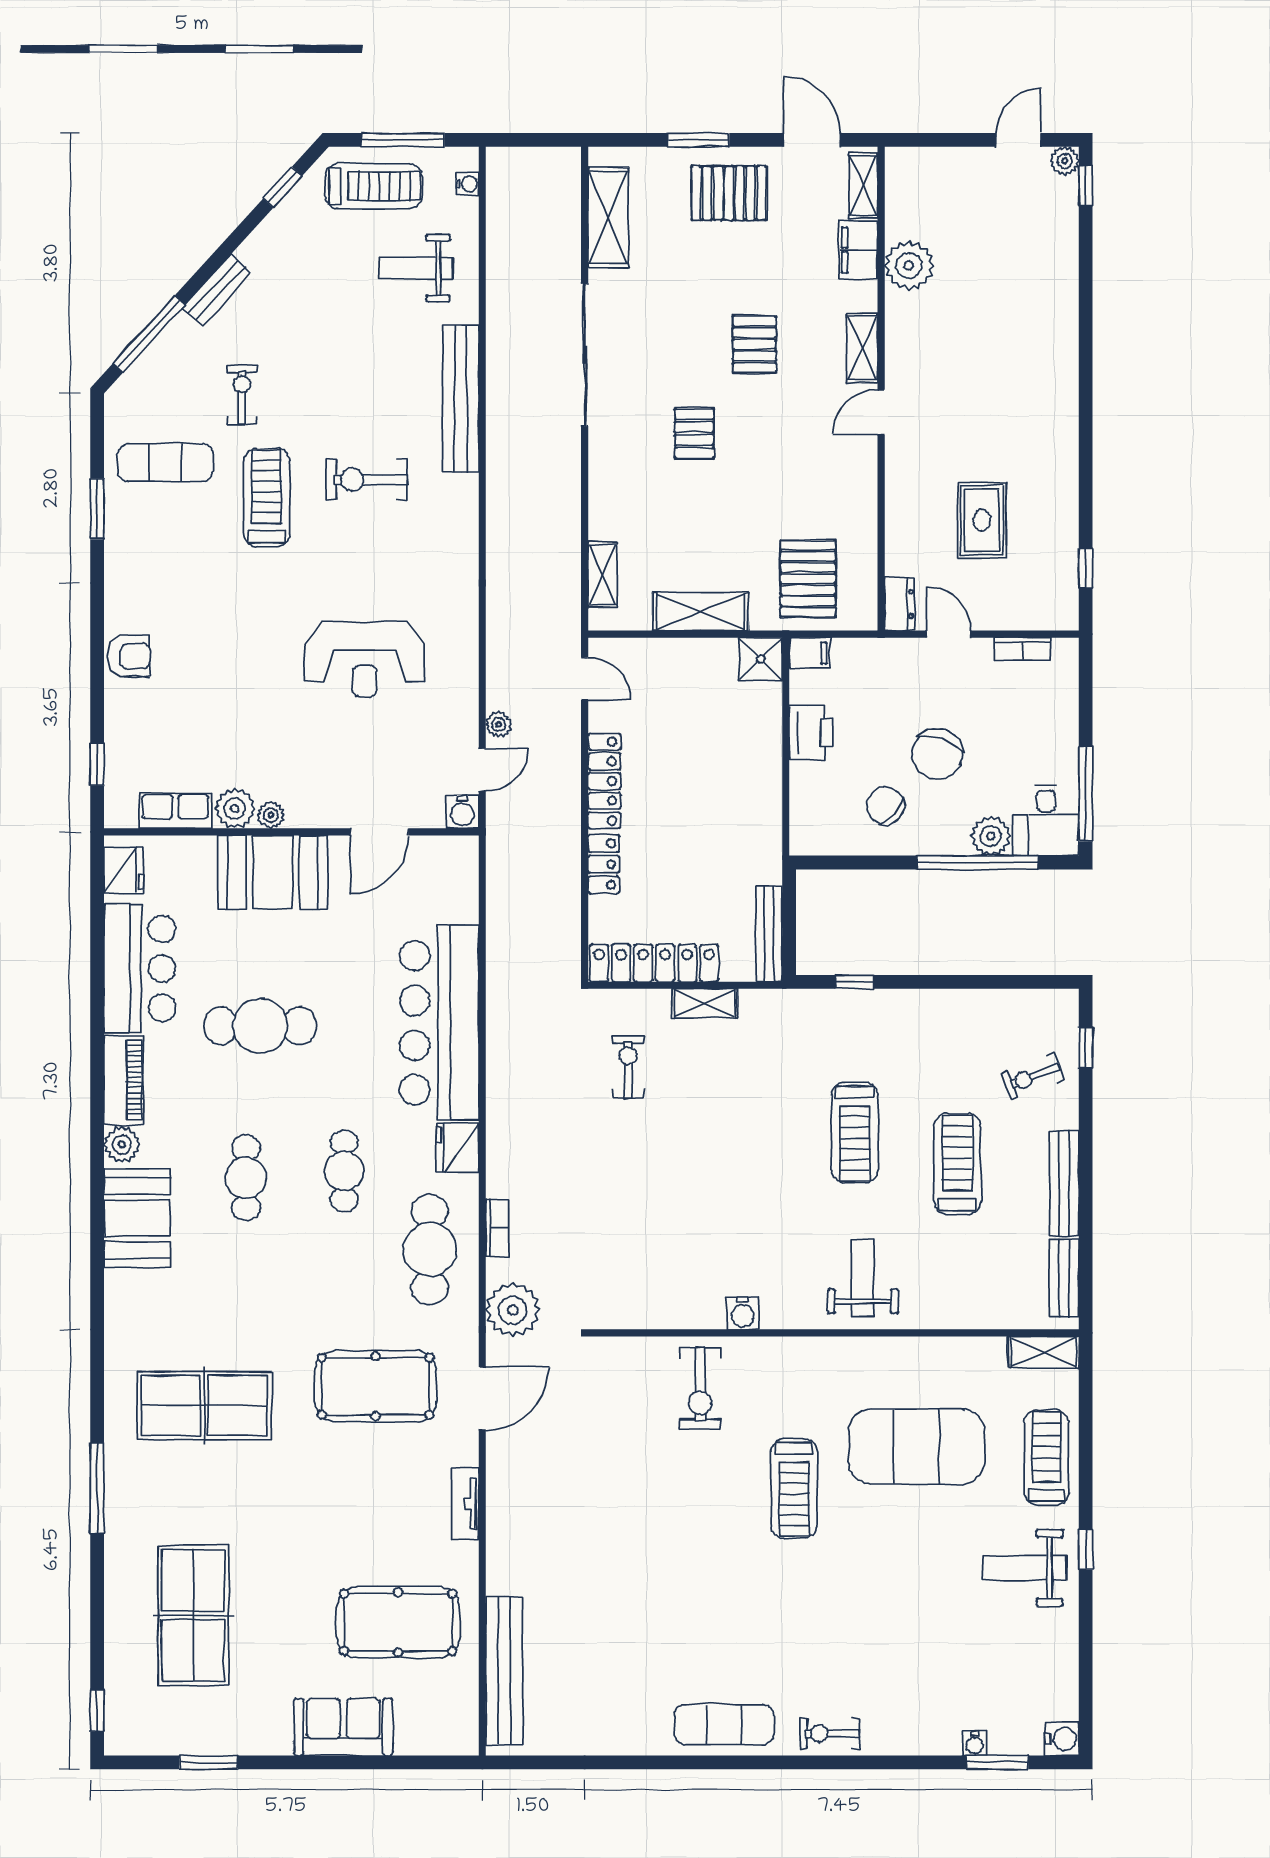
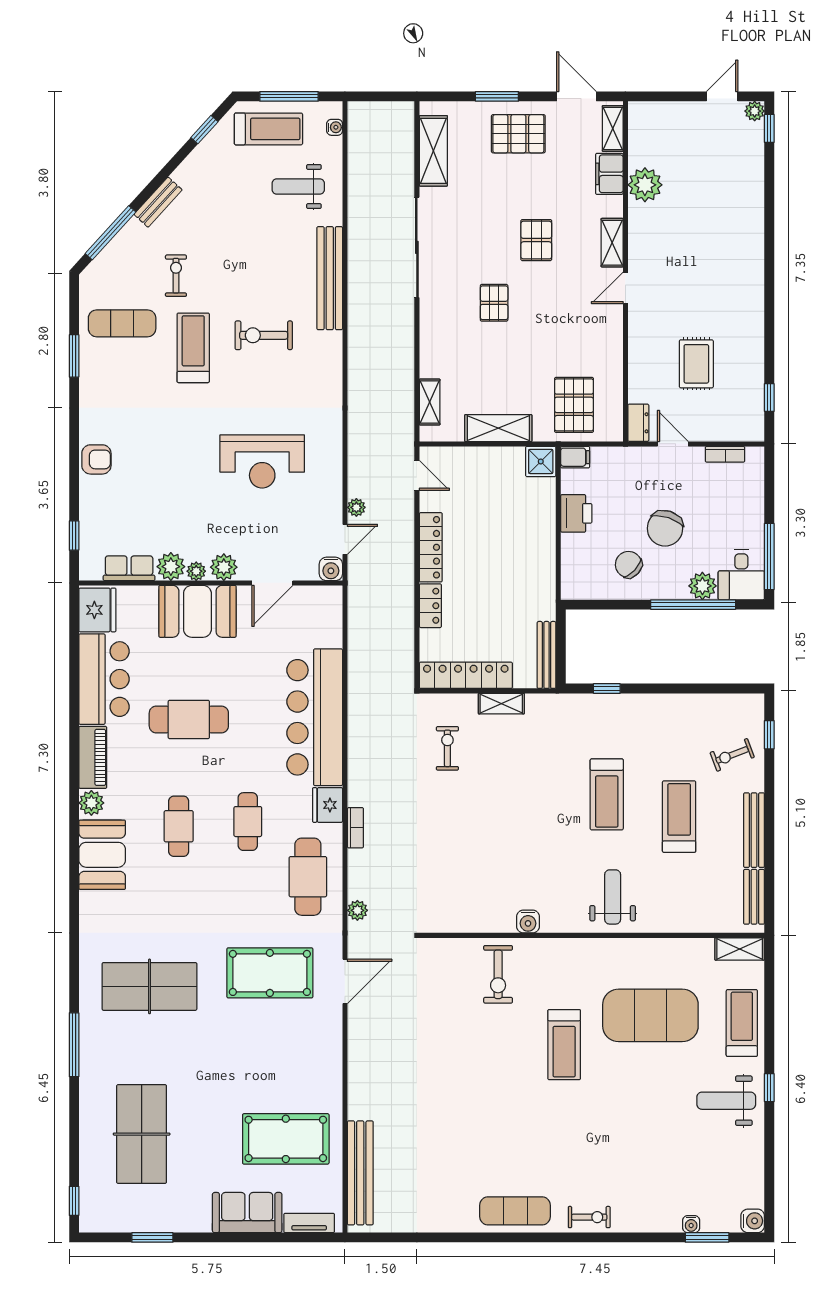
plant: (310, 809) -> (224, 567), added
fridge: (124, 870) -> (97, 610), width x1.36, depth x1.34
bookcase: (497, 1228) -> (355, 828), moved
plant: (513, 1310) -> (357, 910), width x0.53, depth x0.53
tv unit: (465, 1504) -> (309, 1223), moved, turned 90
exercise bike: (830, 1733) -> (589, 1217), turned 180

